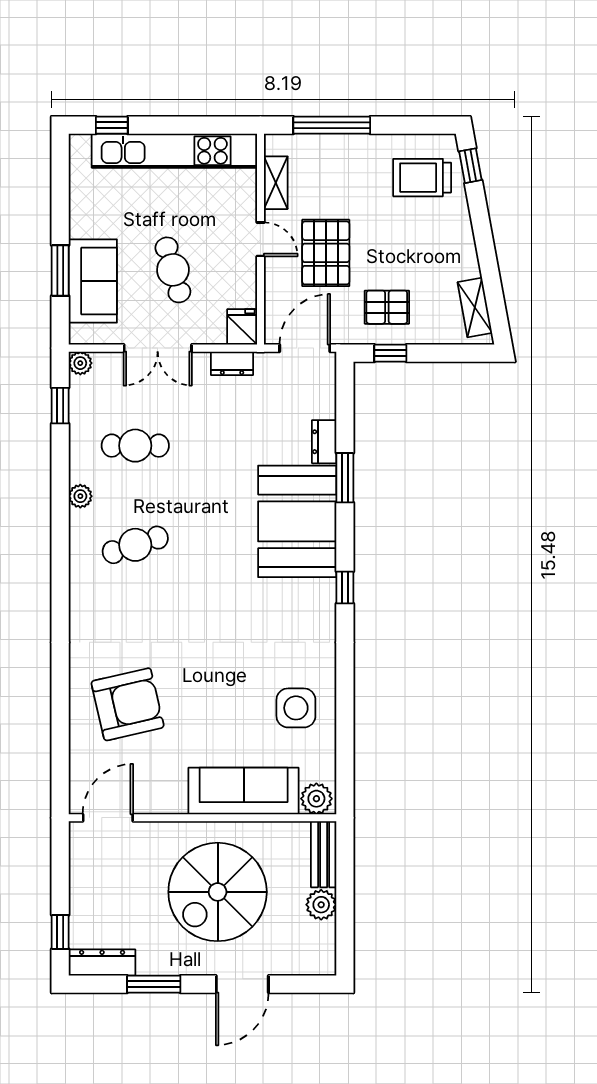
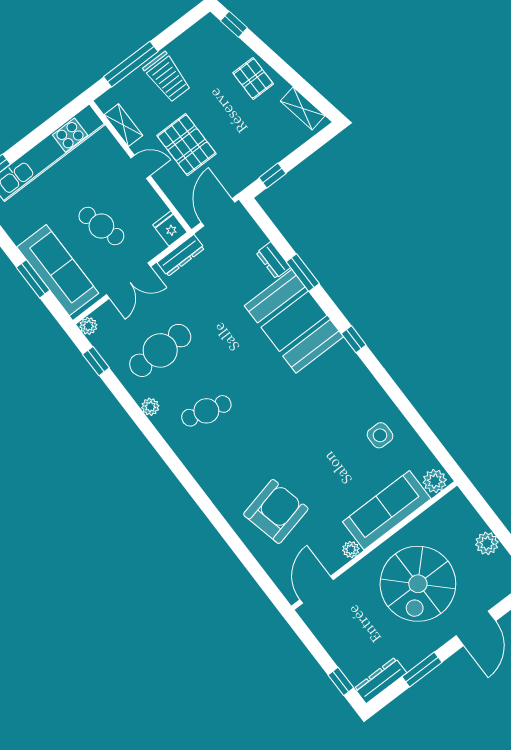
trolley: (422, 178) -> (167, 77), moved, turned -90
sofa: (93, 281) -> (58, 270), width x1.36
pallet: (387, 307) -> (253, 78), moved, turned 90
dresser: (232, 363) -> (181, 255), width x1.44
cafe table: (135, 446) -> (160, 350), width x1.37, depth x1.35
cafe table: (135, 545) -> (206, 411), turned 33
side table: (296, 708) -> (380, 435), width x0.73, depth x0.73
plant: (175, 803) -> (351, 550), added
bench: (324, 854) -> (465, 511), removed

